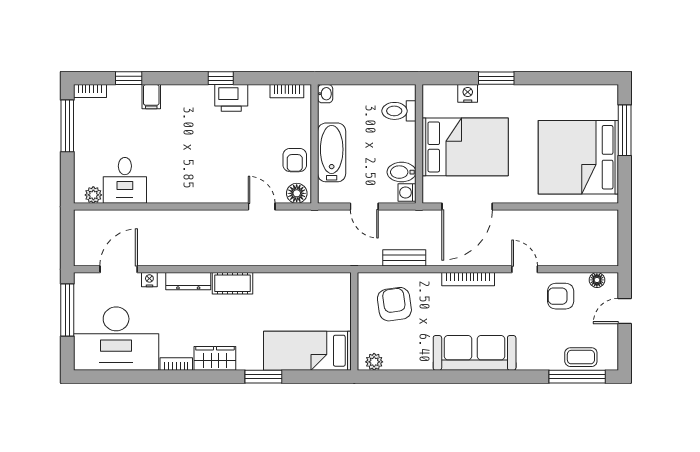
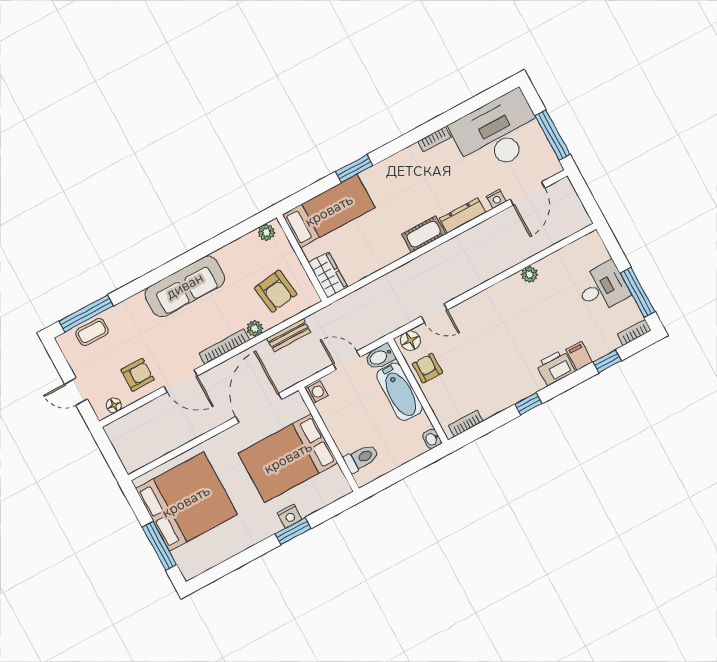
nightstand: (468, 93) -> (290, 516), moved
printer: (231, 98) -> (556, 367), moved
bidet: (402, 172) -> (380, 357), moved, turned 180
desk: (125, 180) -> (603, 288), moved, turned 90
plant: (93, 195) -> (529, 274), moved
door: (525, 269) -> (181, 381), width x1.38
plant: (432, 281) -> (255, 328), added
door: (625, 311) -> (76, 392), swing flipped
wardrobe: (215, 358) -> (328, 275), moved, turned -90

